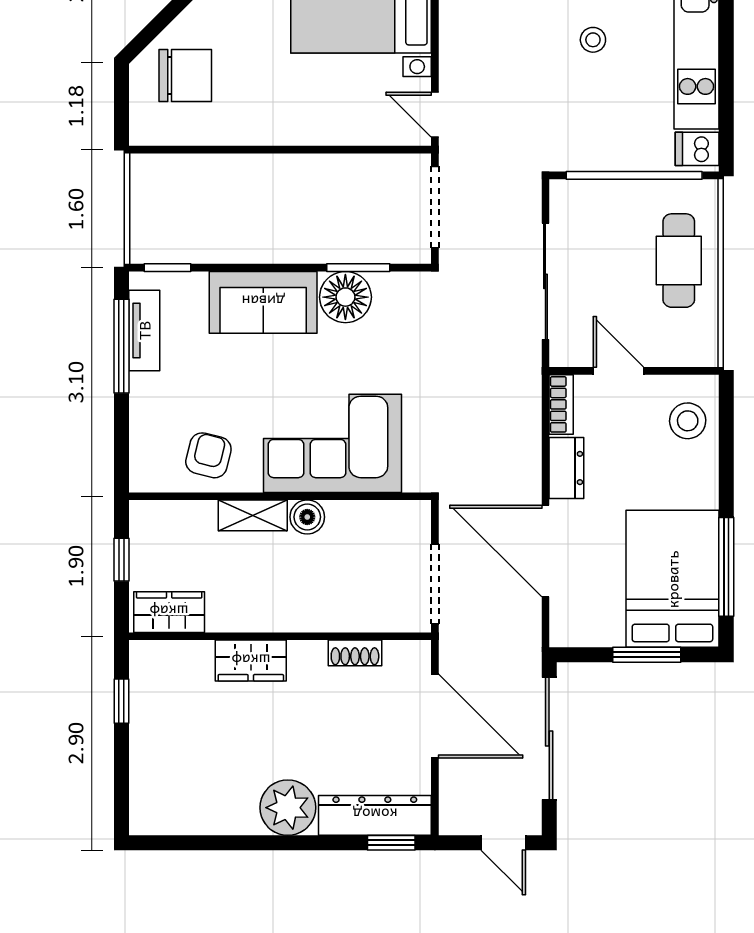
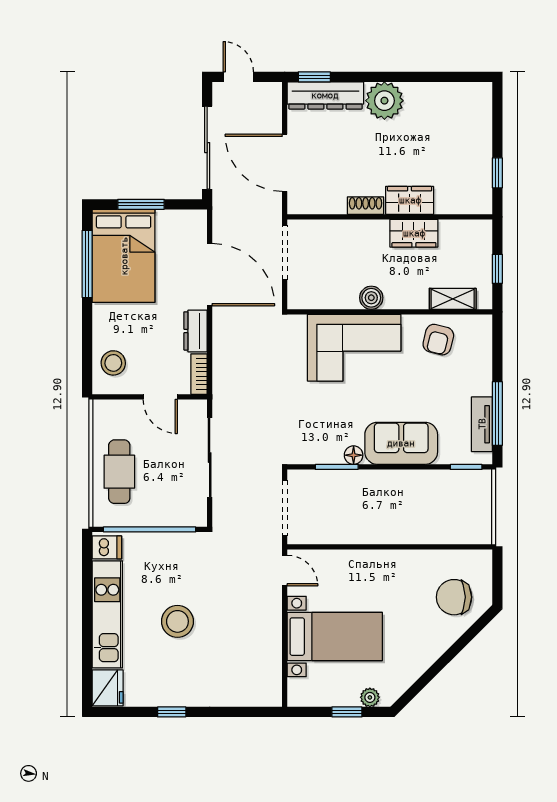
stool: (593, 40) -> (177, 621), width x1.89, depth x1.89
floor lamp: (345, 297) -> (354, 455), width x0.53, depth x0.53
shelving: (253, 515) -> (453, 299), moved
wardrobe: (169, 612) -> (414, 233), moved
shoe rack: (355, 653) -> (366, 206), moved

